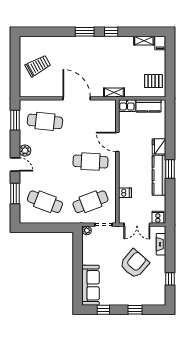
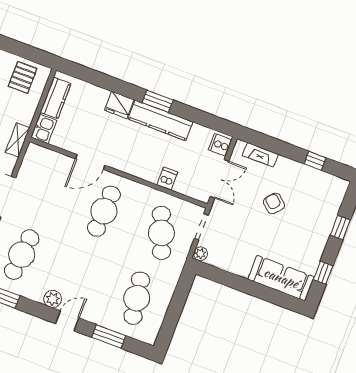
cafe table: (45, 202) -> (137, 298), turned -30
armchair: (134, 264) -> (274, 203), width x0.53, depth x0.53

